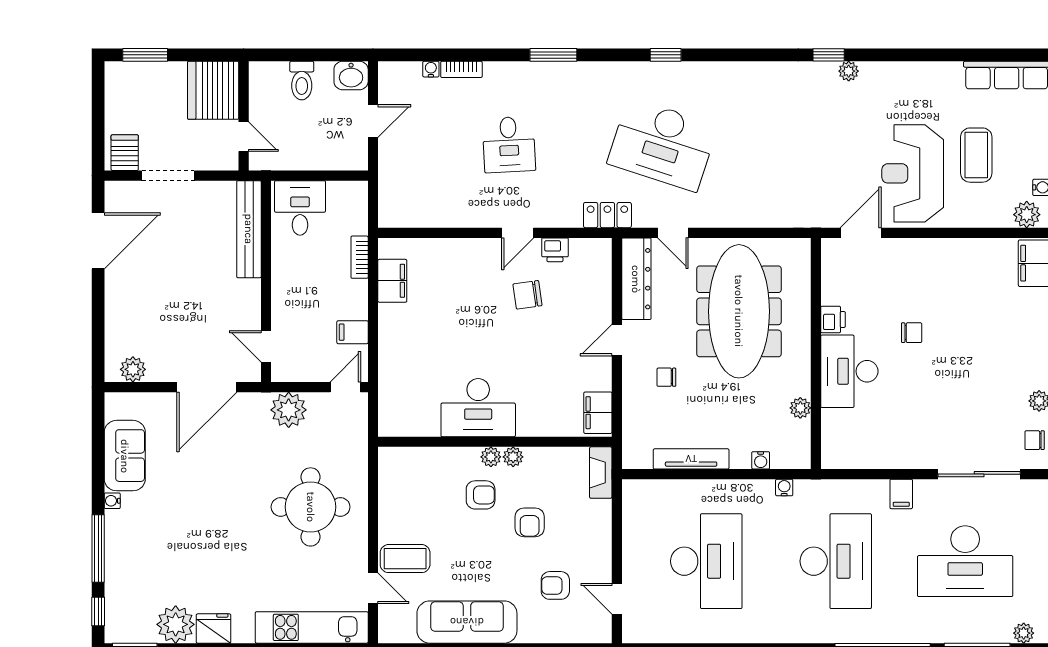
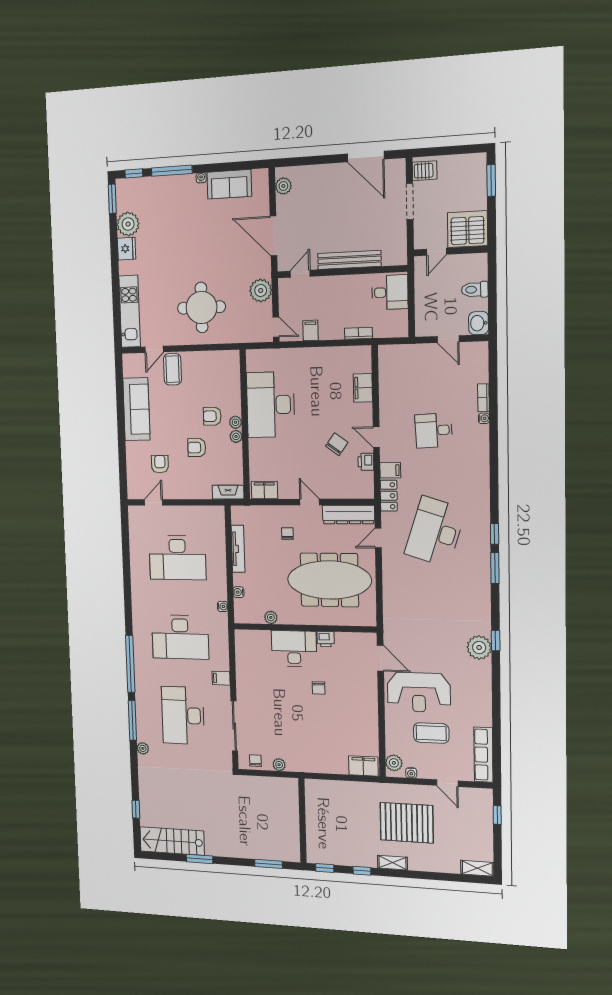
window: (553, 55) -> (495, 568), moved
water cooler: (431, 69) -> (484, 418), moved
plant: (849, 71) -> (479, 648), width x1.87, depth x1.87
reception desk: (913, 173) -> (419, 692), turned 180
filing cabinet: (568, 212) -> (390, 470), added
bench: (249, 229) -> (349, 260), moved
filing cabinet: (392, 281) -> (363, 388), moved, turned 90
chair: (527, 295) -> (337, 444), turned 44
desk: (478, 408) -> (271, 405), width x1.36, depth x1.30
armchair: (481, 495) -> (212, 416), turned 90

